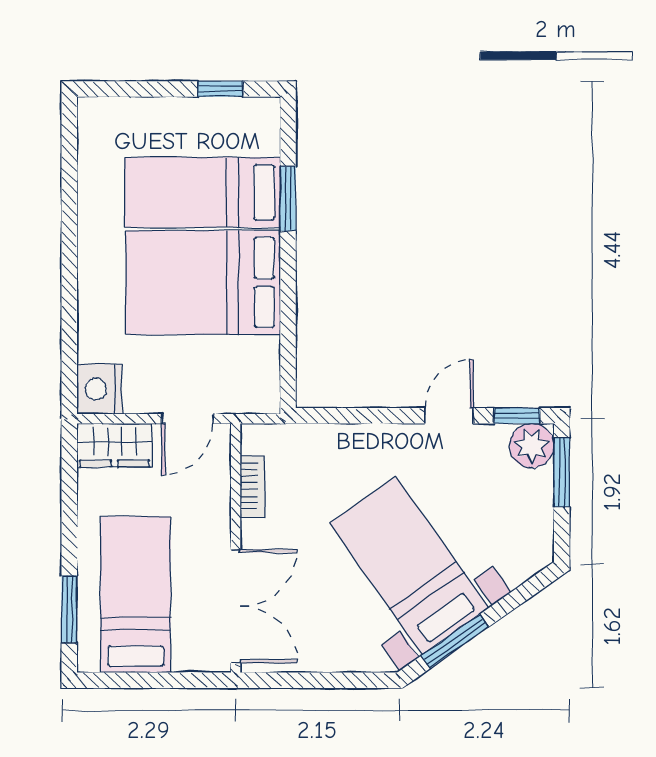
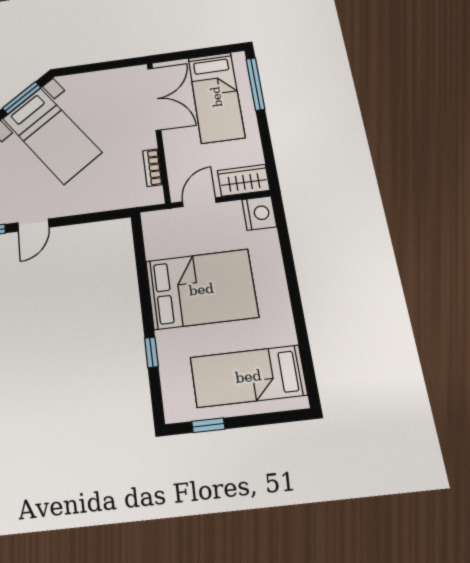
bed: (203, 192) -> (248, 376), moved, turned 180
window: (288, 198) -> (151, 352), width x0.67
double door: (236, 606) -> (154, 99), swing flipped
window: (69, 609) -> (255, 84), width x1.44

